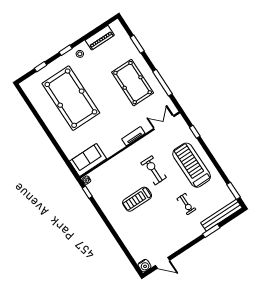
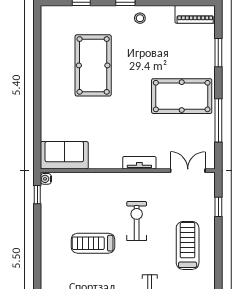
piano: (100, 38) -> (195, 14), moved
pool table: (133, 83) -> (182, 96), turned 90
pool table: (71, 98) -> (93, 65), width x0.73, depth x0.76
treadmill: (192, 165) -> (188, 245), width x0.73, depth x0.73

